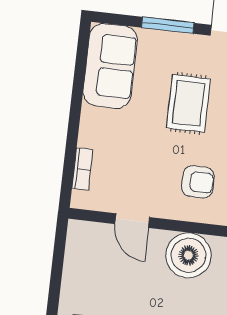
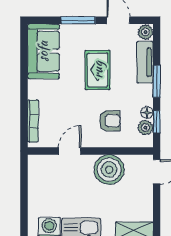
bookcase: (82, 169) -> (33, 121), width x1.56
door: (132, 221) -> (70, 151), swing flipped

